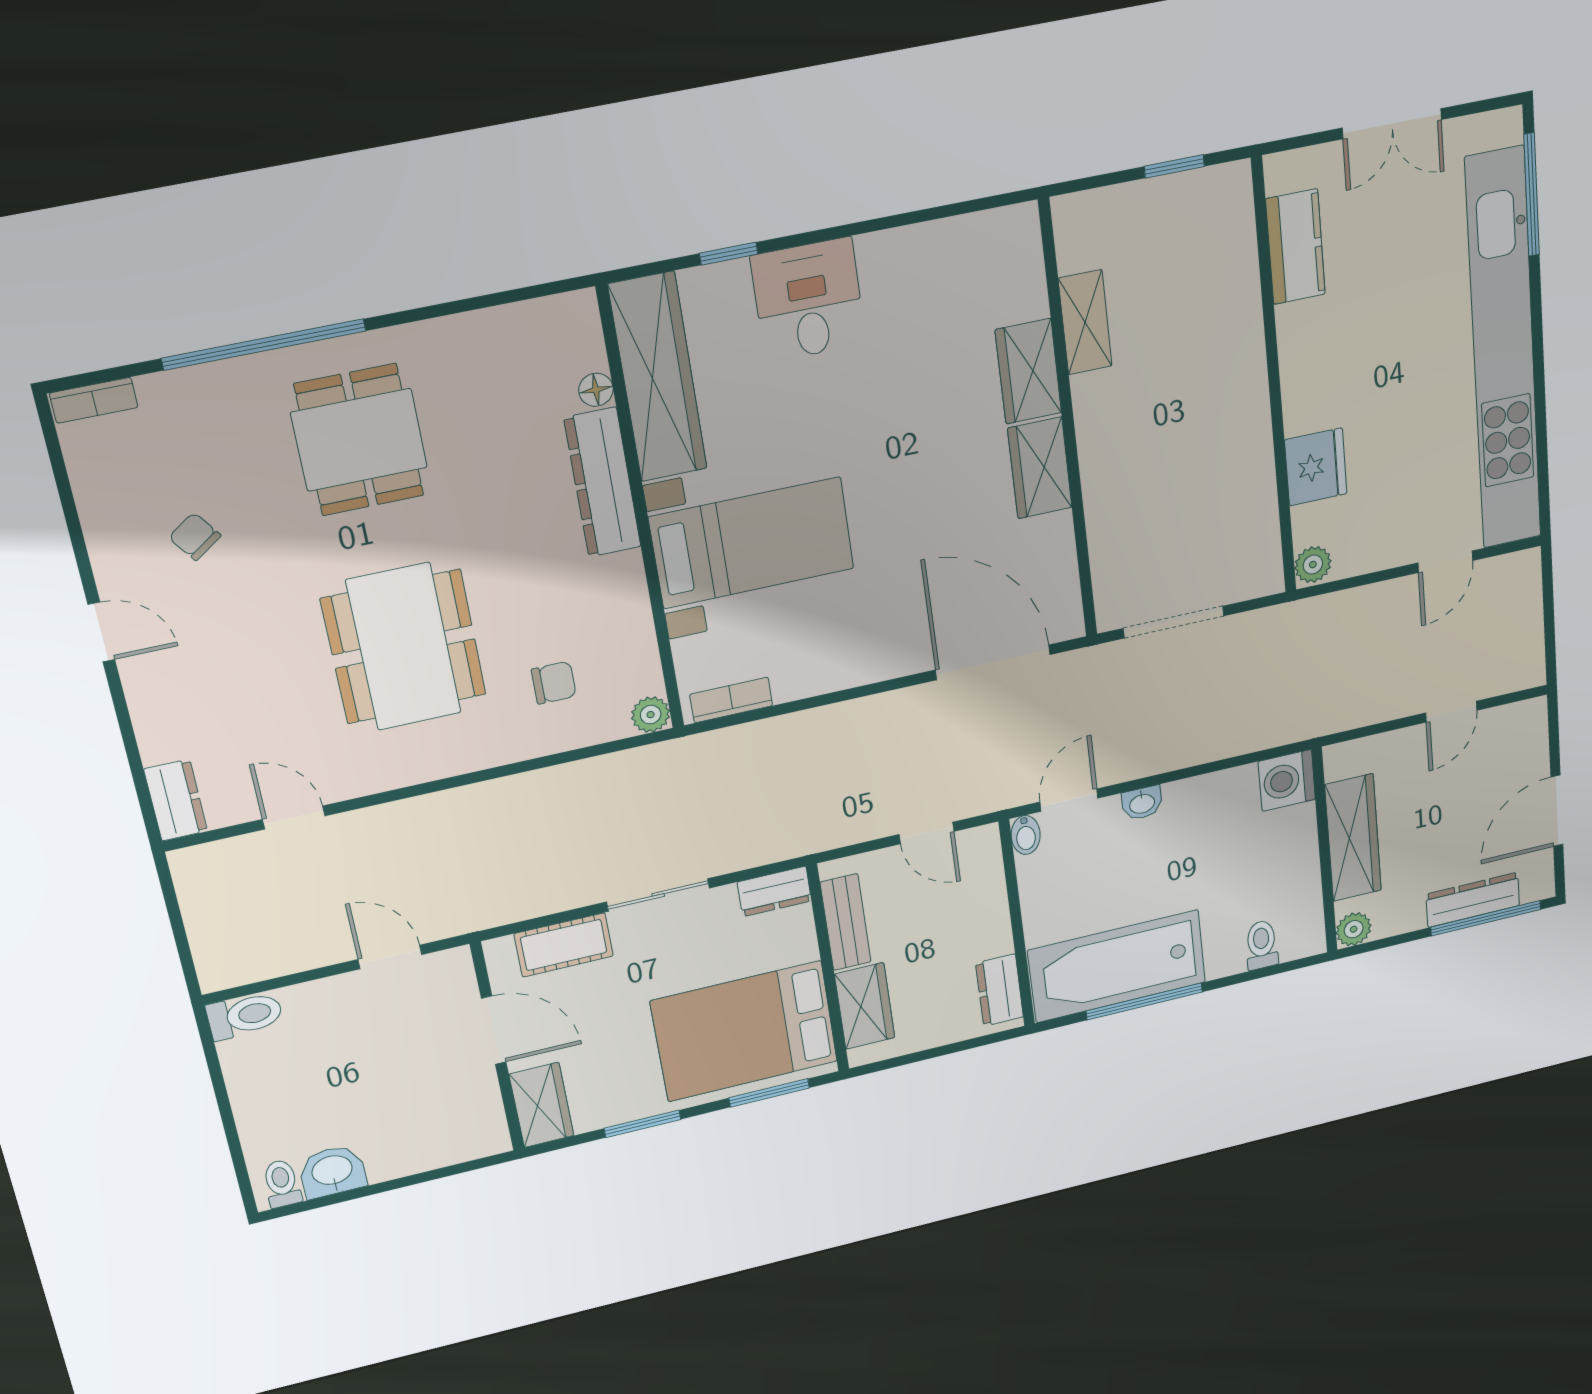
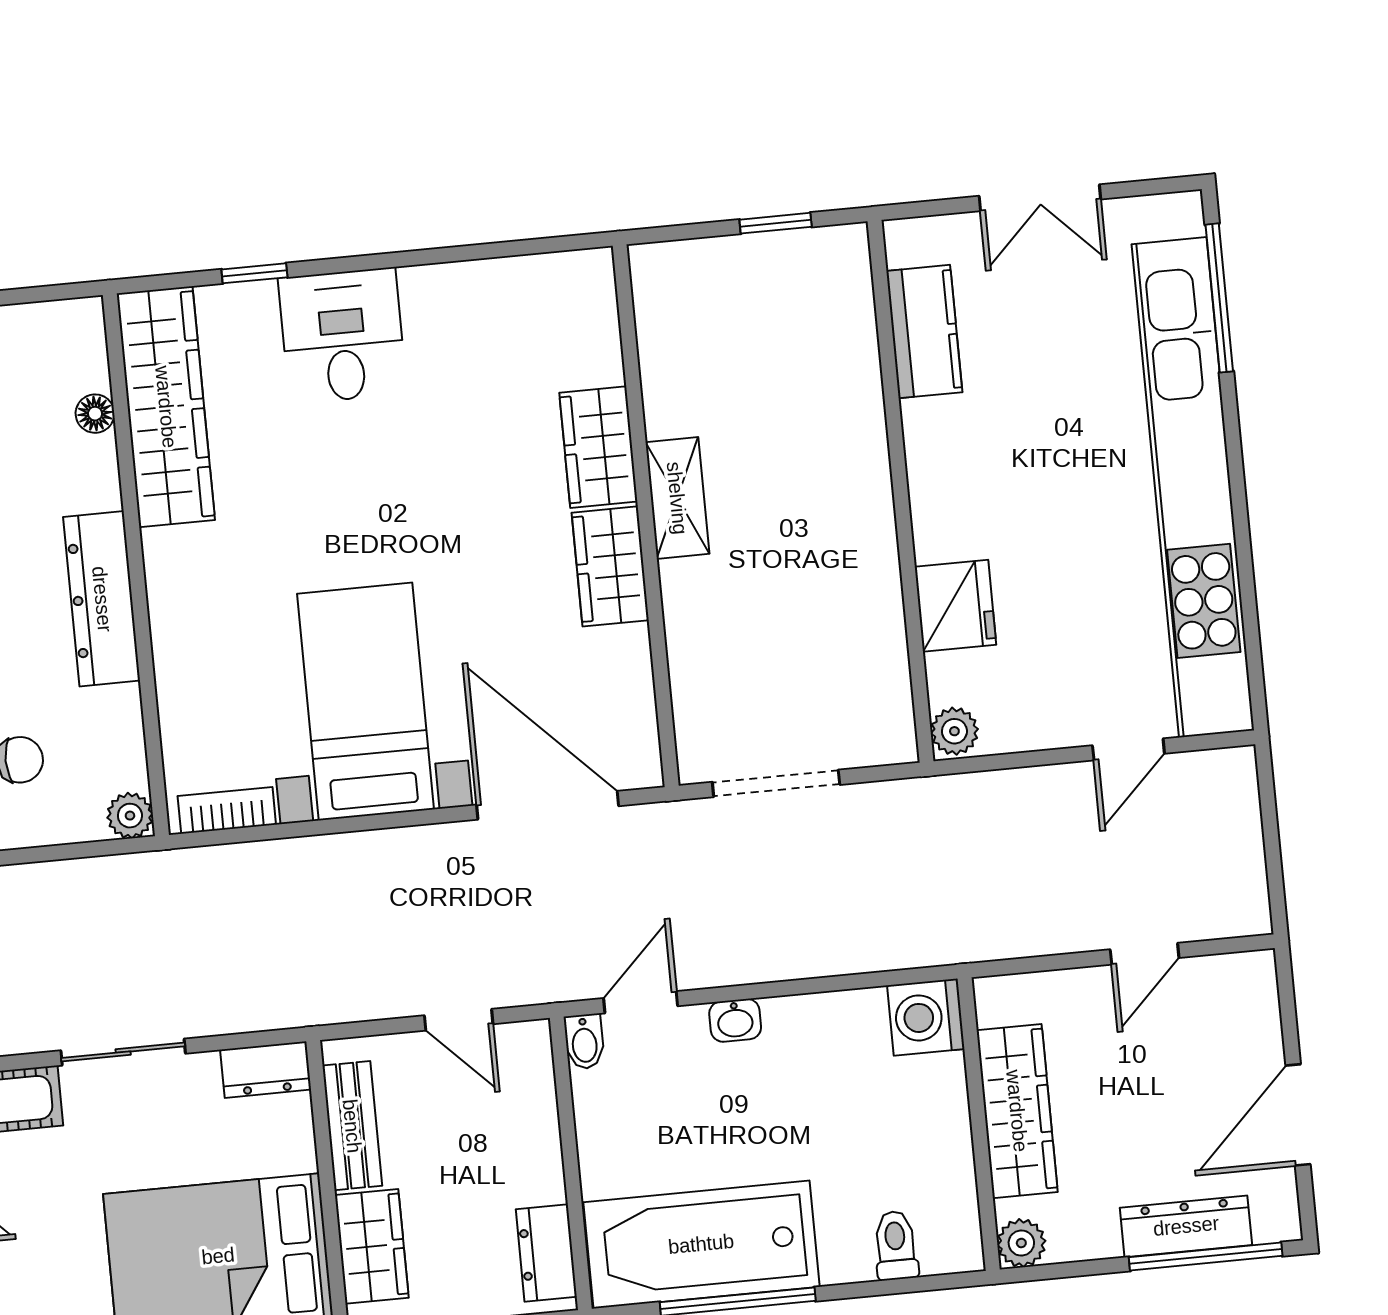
shelving: (1085, 322) -> (677, 498), moved
dresser: (603, 483) -> (102, 599), moved
bed with nightstands: (752, 543) -> (365, 702), moved, turned -90

